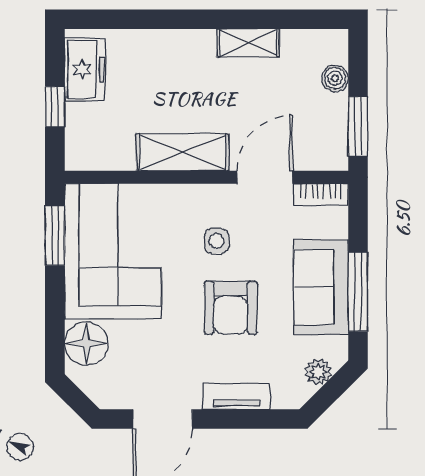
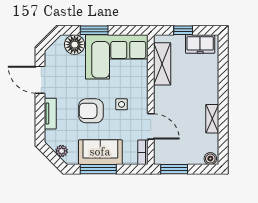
boiler: (335, 78) -> (210, 159), moved
shelving: (183, 152) -> (162, 64), moved
window: (55, 235) -> (94, 30), moved

